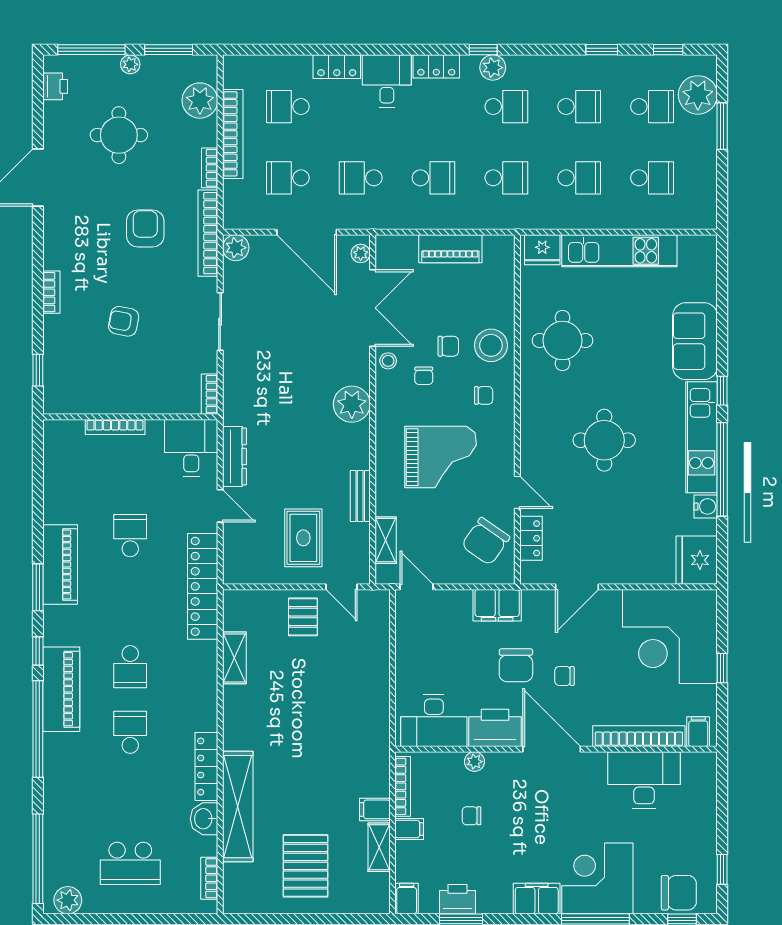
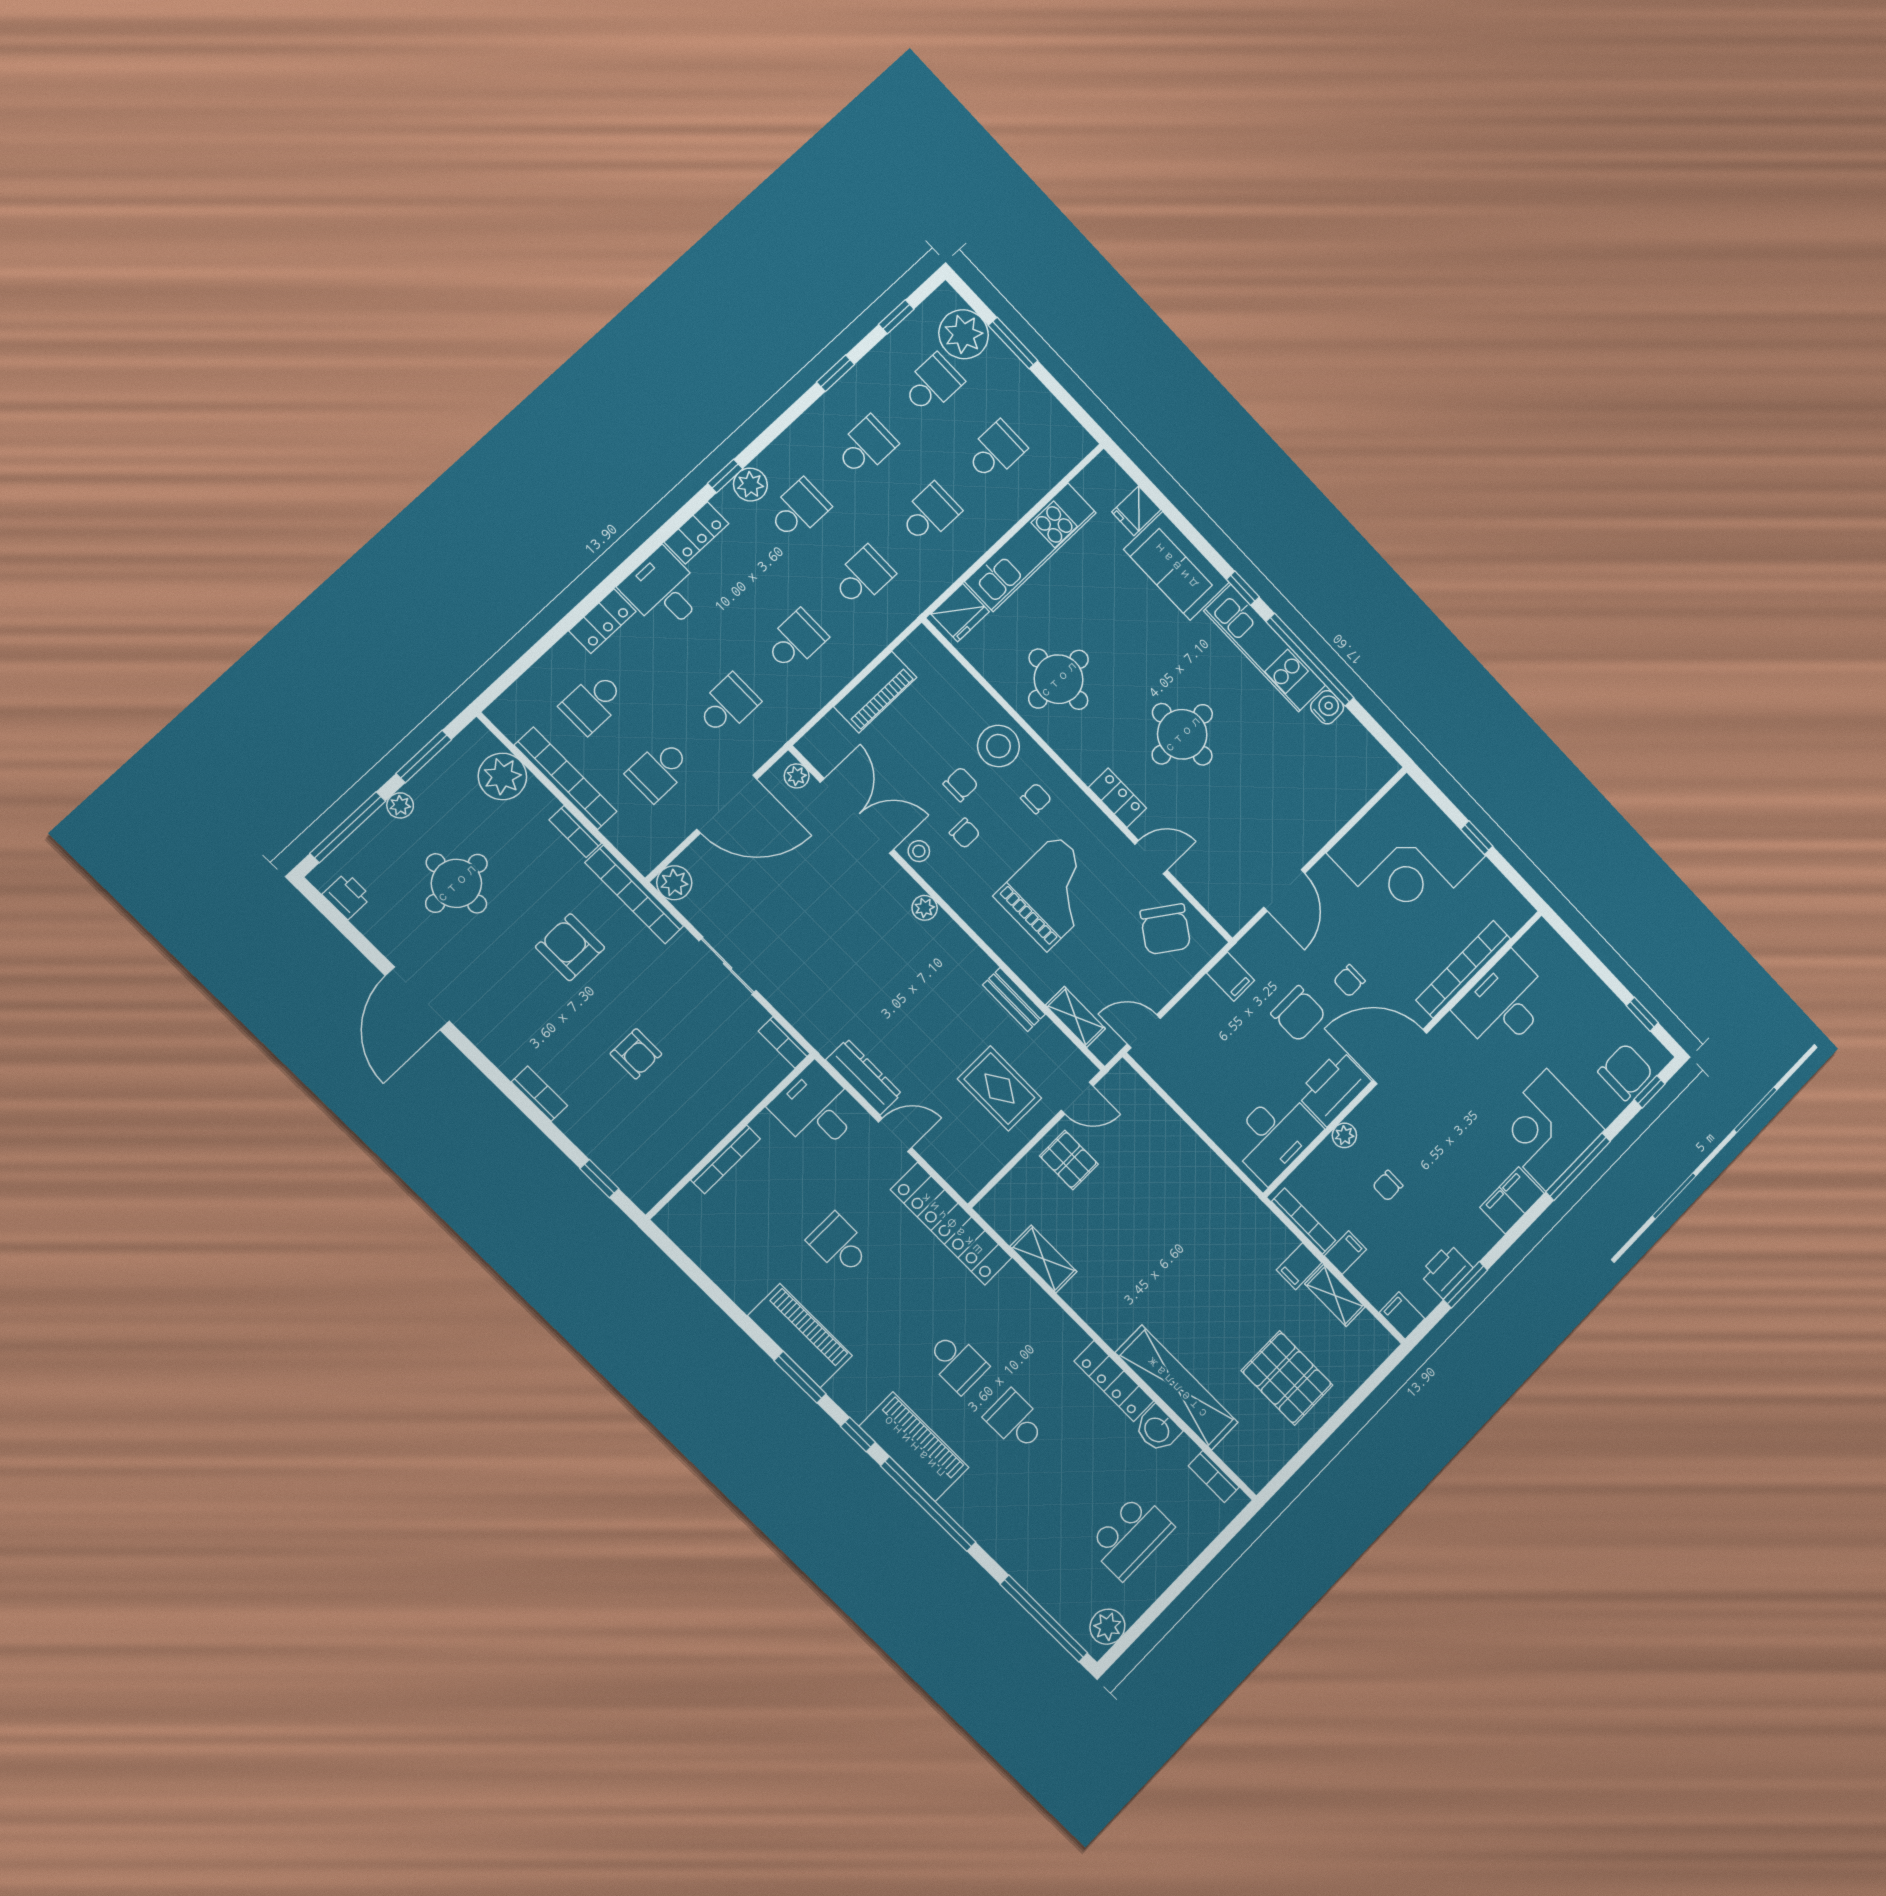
school desk: (361, 178) -> (728, 705), turned 180
armchair: (124, 321) -> (636, 1054), turned -101
plant: (352, 404) -> (925, 908), width x0.53, depth x0.53
locker: (531, 538) -> (1118, 798), moved
fridge: (697, 560) -> (1136, 511), moved, width x0.53, depth x0.75
filing cabinet: (497, 605) -> (1231, 977), width x0.50
filing cabinet: (698, 732) -> (1509, 914), removed

